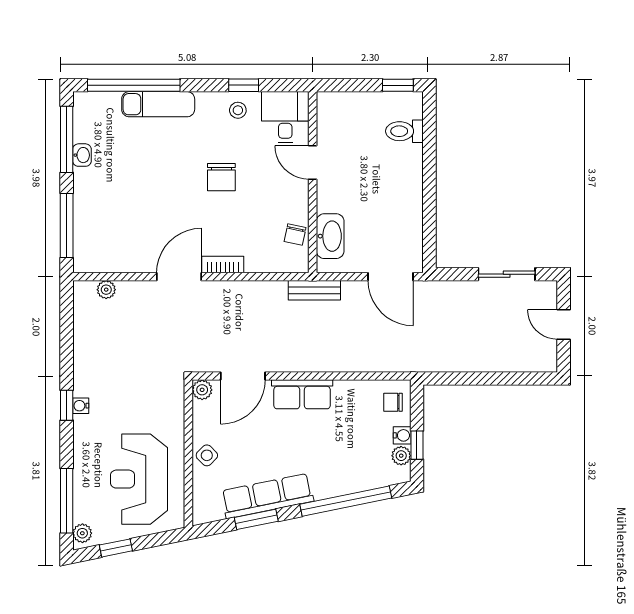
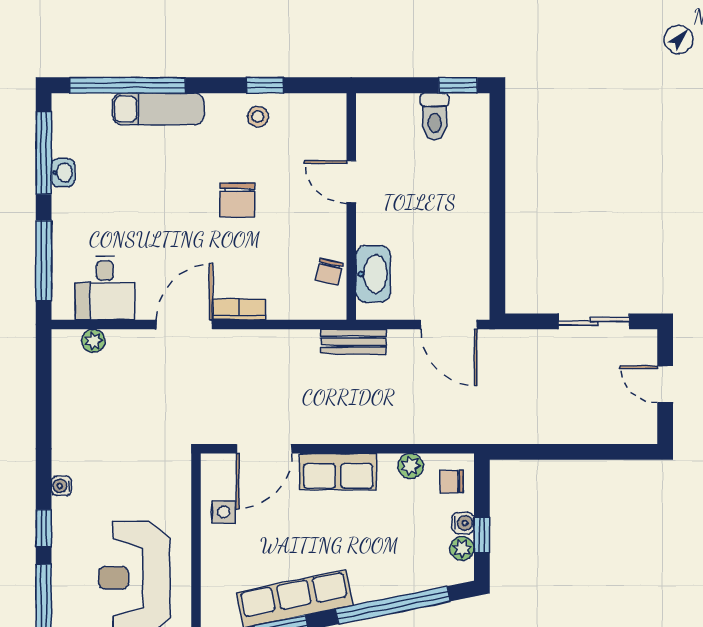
desk: (285, 117) -> (105, 288), moved, turned 180
toilet: (404, 131) -> (435, 117), moved, turned -90
plant: (202, 390) -> (411, 466), moved
window: (67, 405) -> (44, 528), moved
side table: (207, 455) -> (224, 512), moved, turned 45

